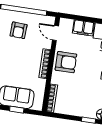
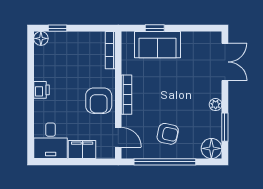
armchair: (19, 30) -> (168, 134), turned 99
armchair: (66, 62) -> (99, 101), turned -90

